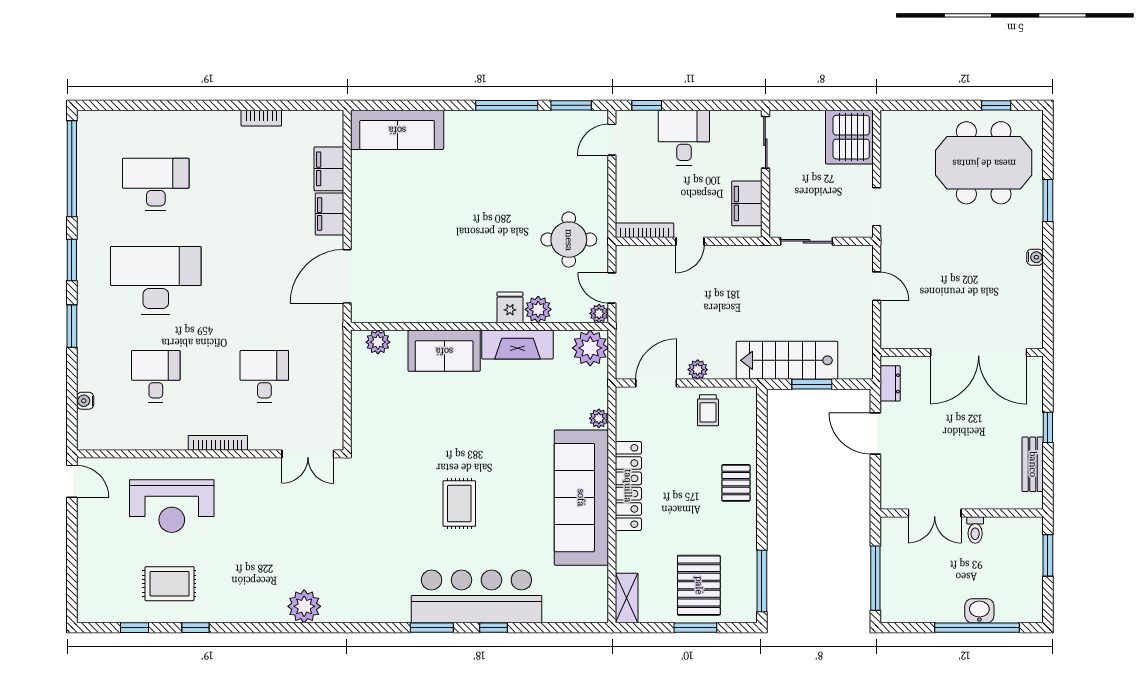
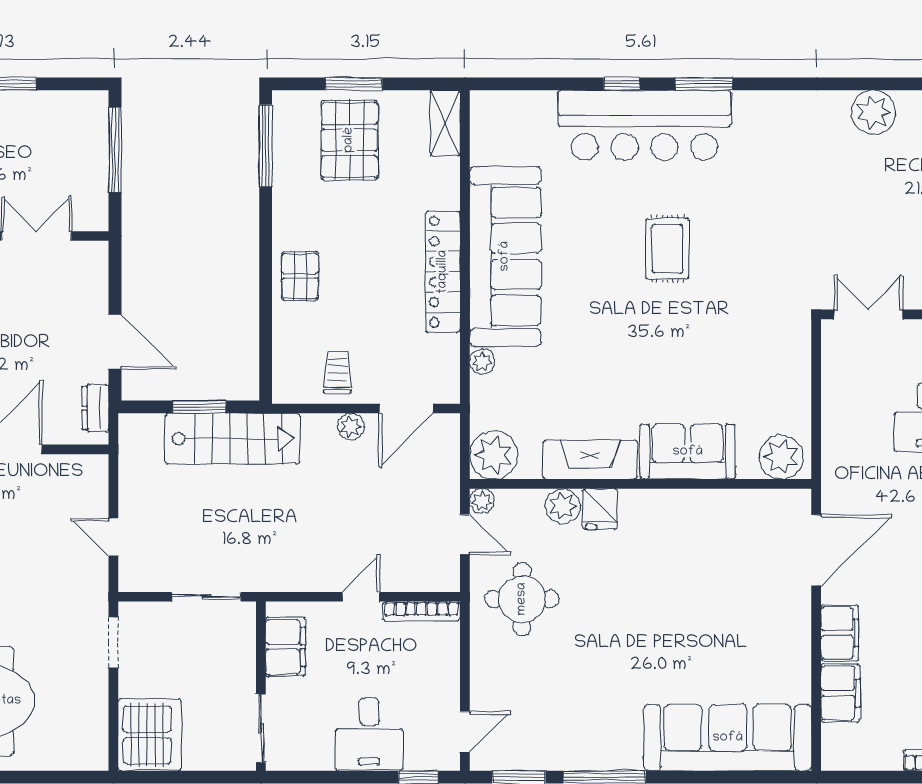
sofa: (397, 130) -> (728, 738), width x1.36, depth x1.27
plant: (378, 342) -> (781, 457), width x1.36, depth x1.36

